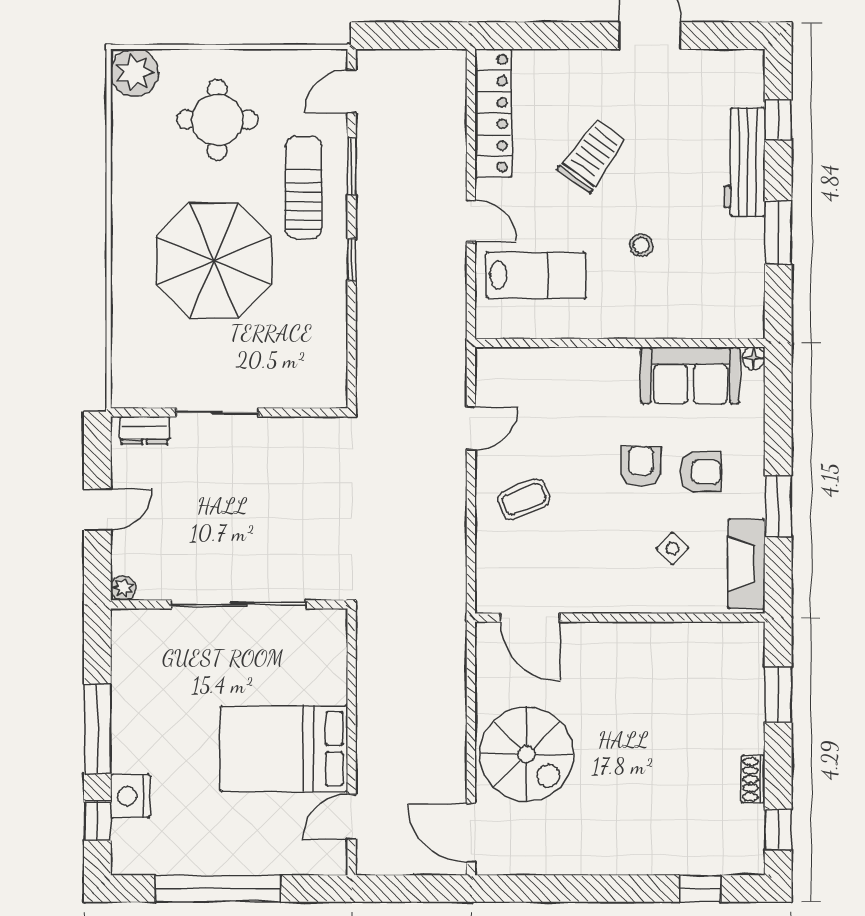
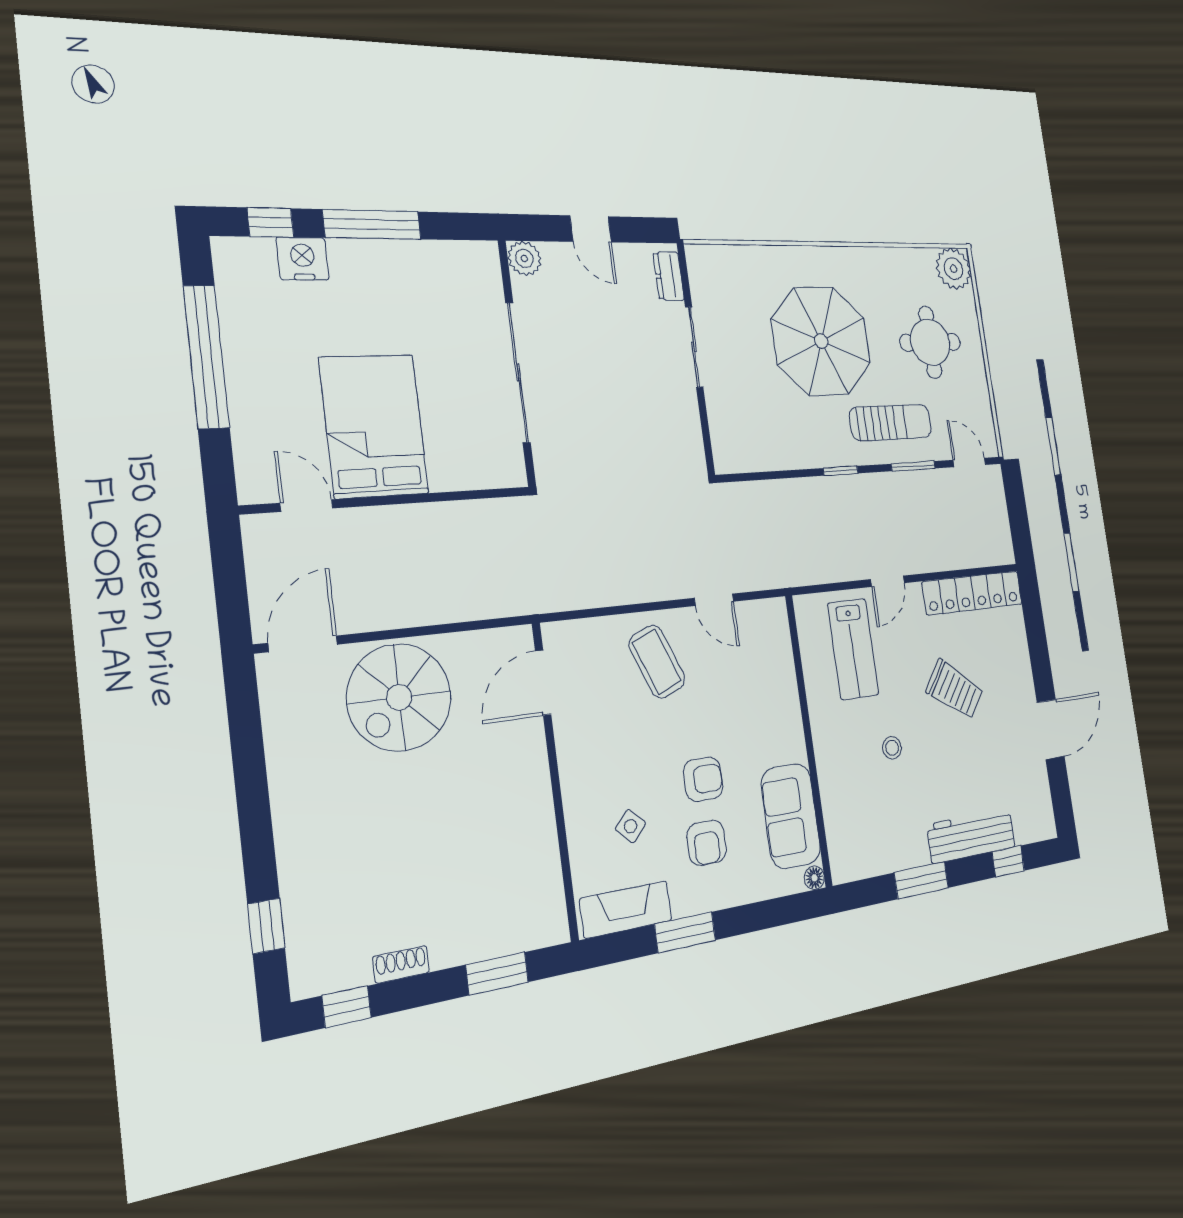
coffee table: (524, 499) -> (657, 662), width x1.36, depth x1.30
plant: (123, 588) -> (524, 258), width x1.38, depth x1.38

